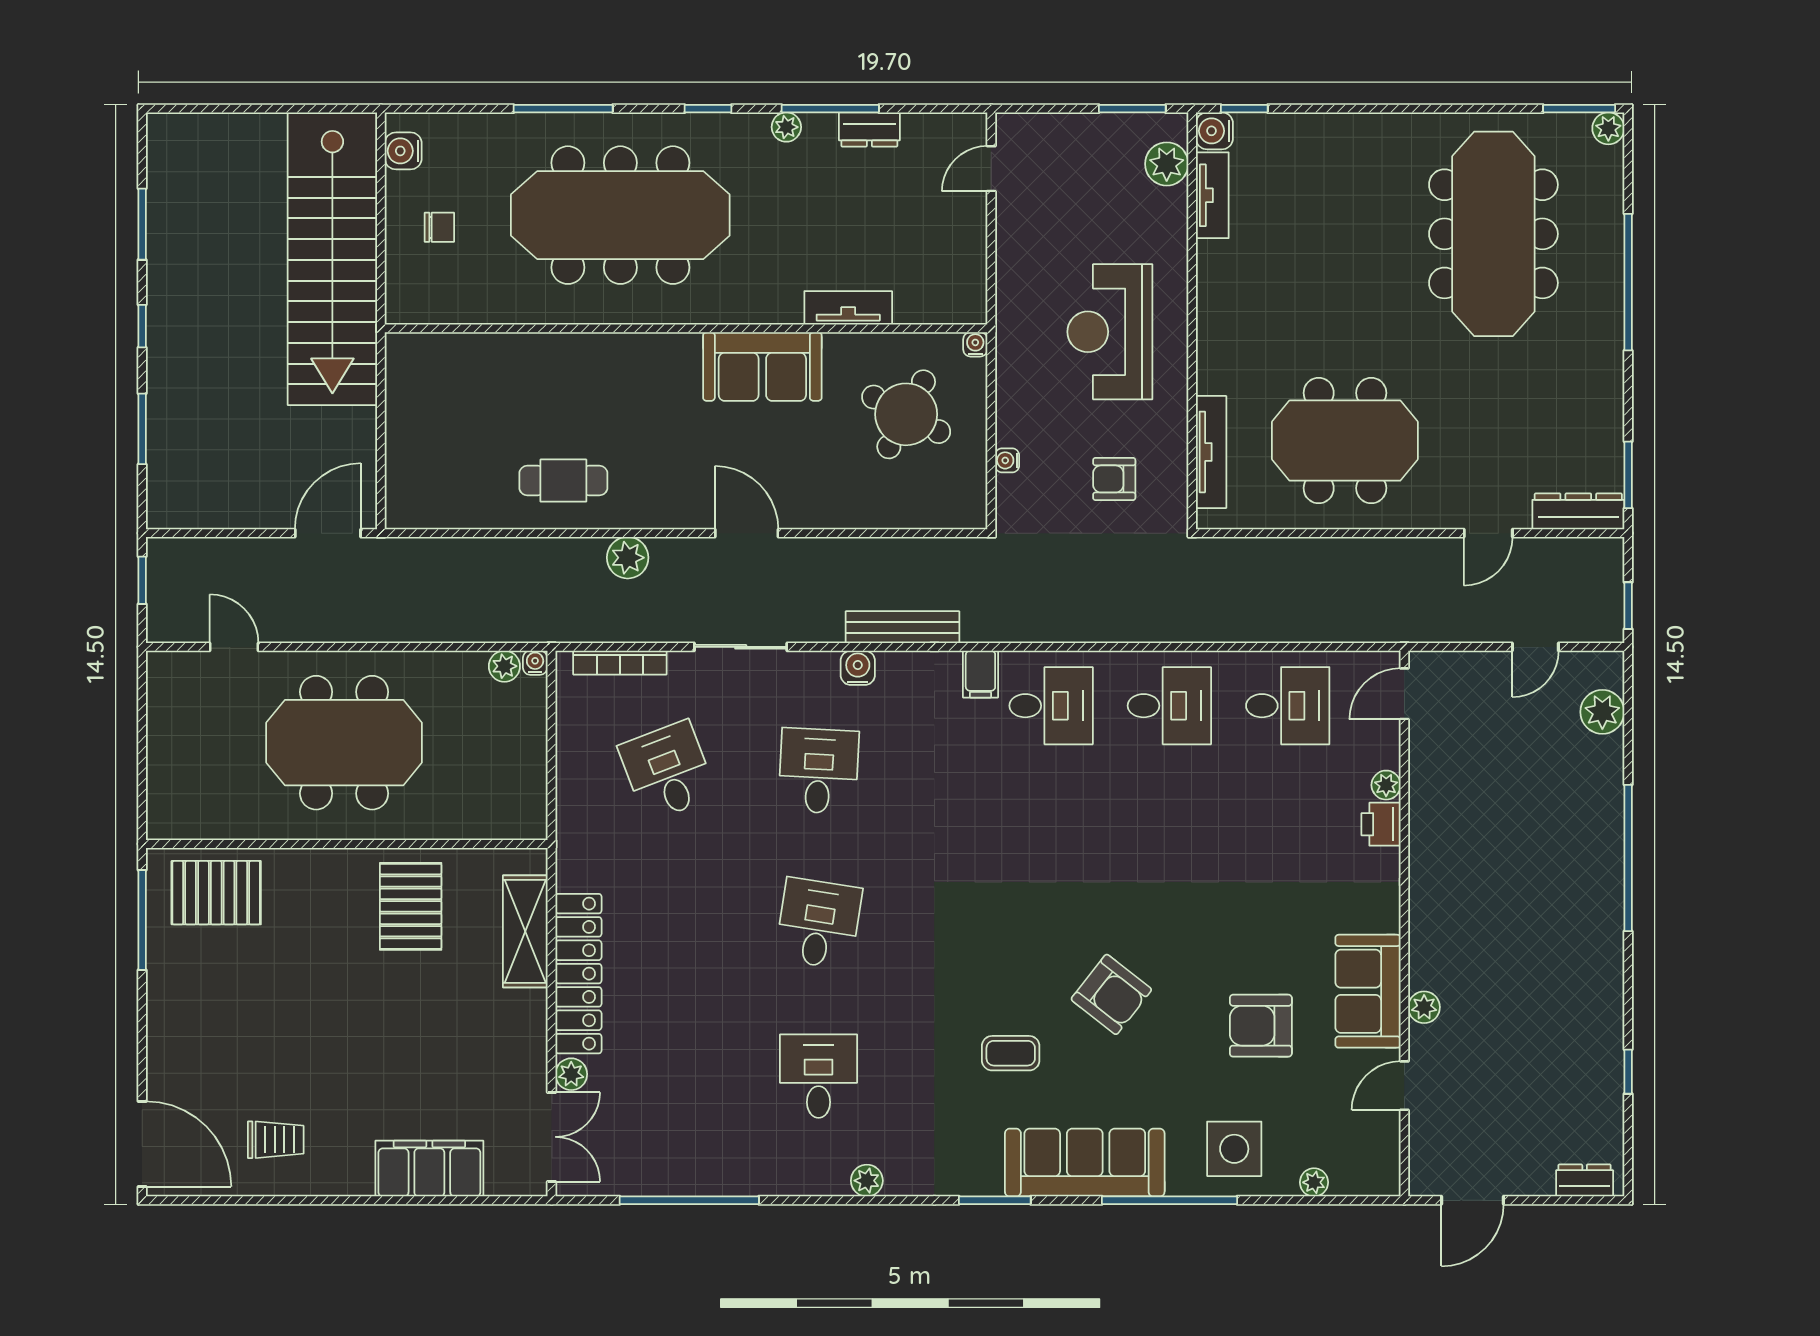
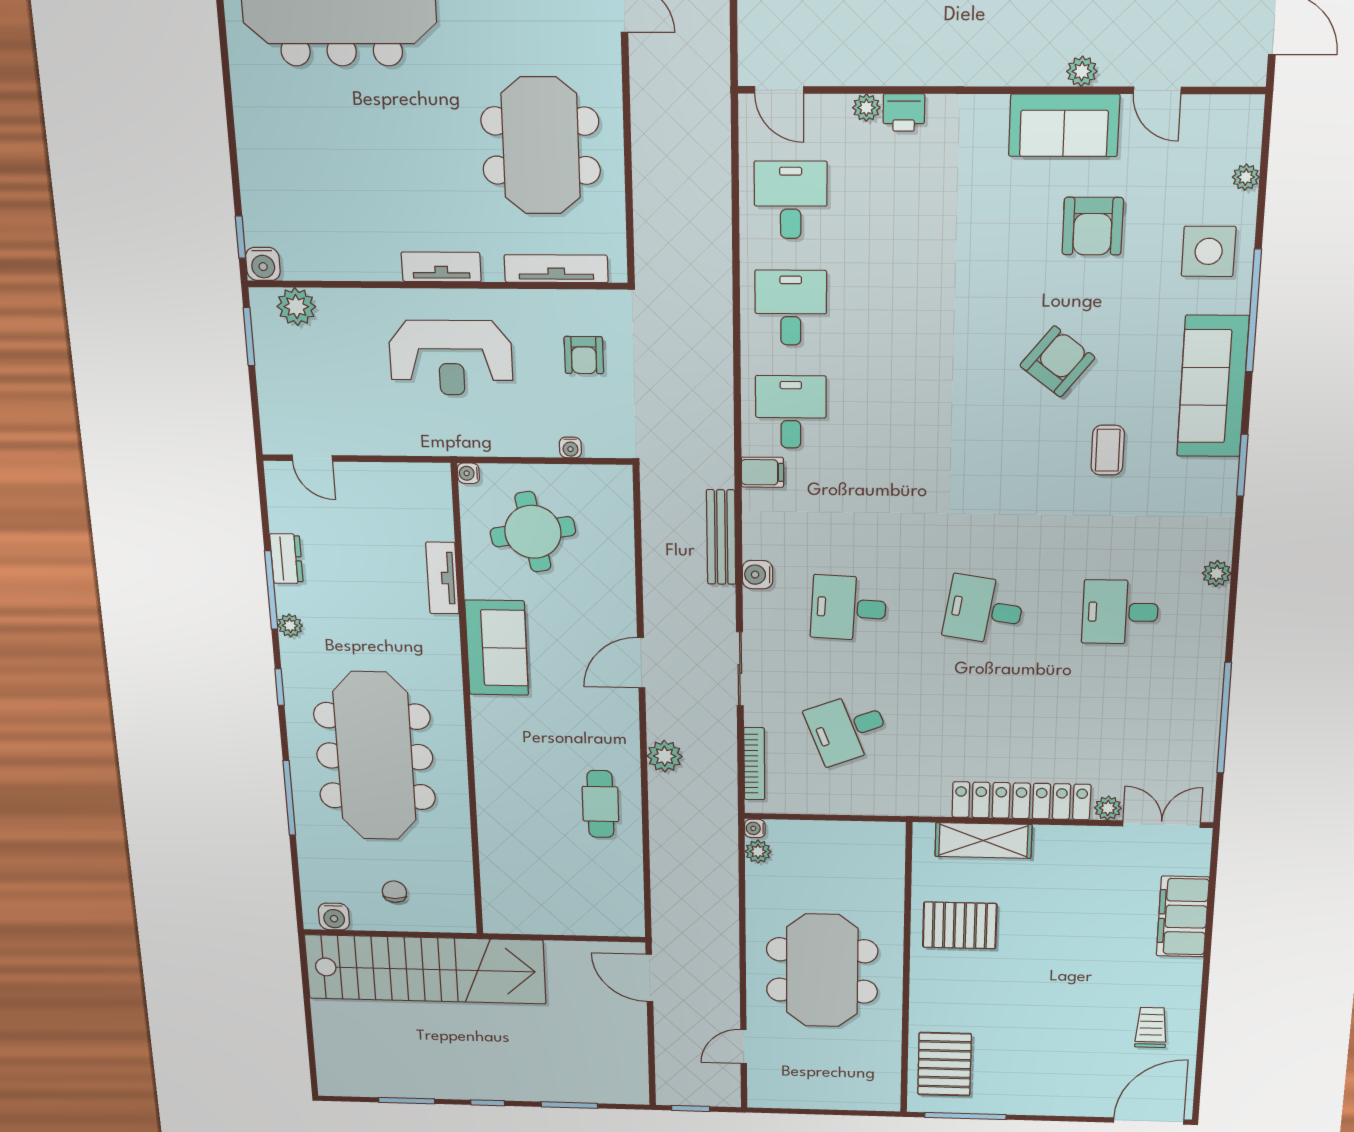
tv unit: (1212, 195) -> (441, 267), moved
round table: (906, 414) -> (533, 532), turned -38

